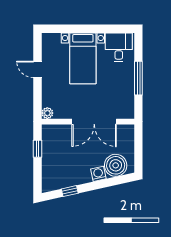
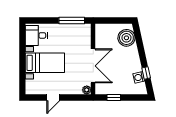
window: (138, 78) -> (72, 20), moved
double door: (94, 122) -> (93, 66), moved
washing machine: (98, 174) -> (139, 77), moved

